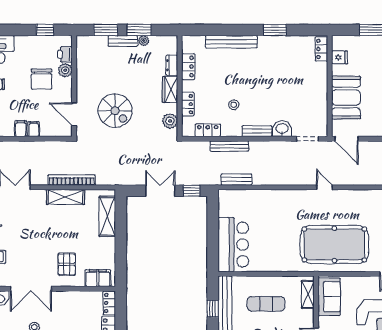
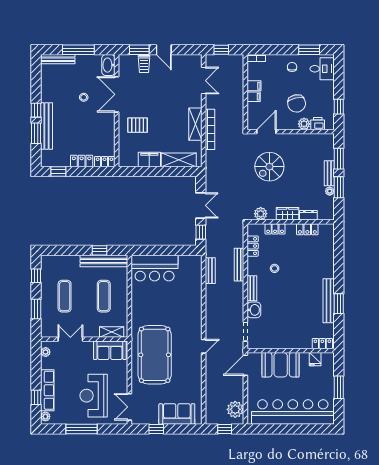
bench: (231, 42) -> (329, 301), moved
chair: (42, 79) -> (297, 103), turned -103
filing cabinet: (98, 278) -> (149, 160), moved, turned -90

